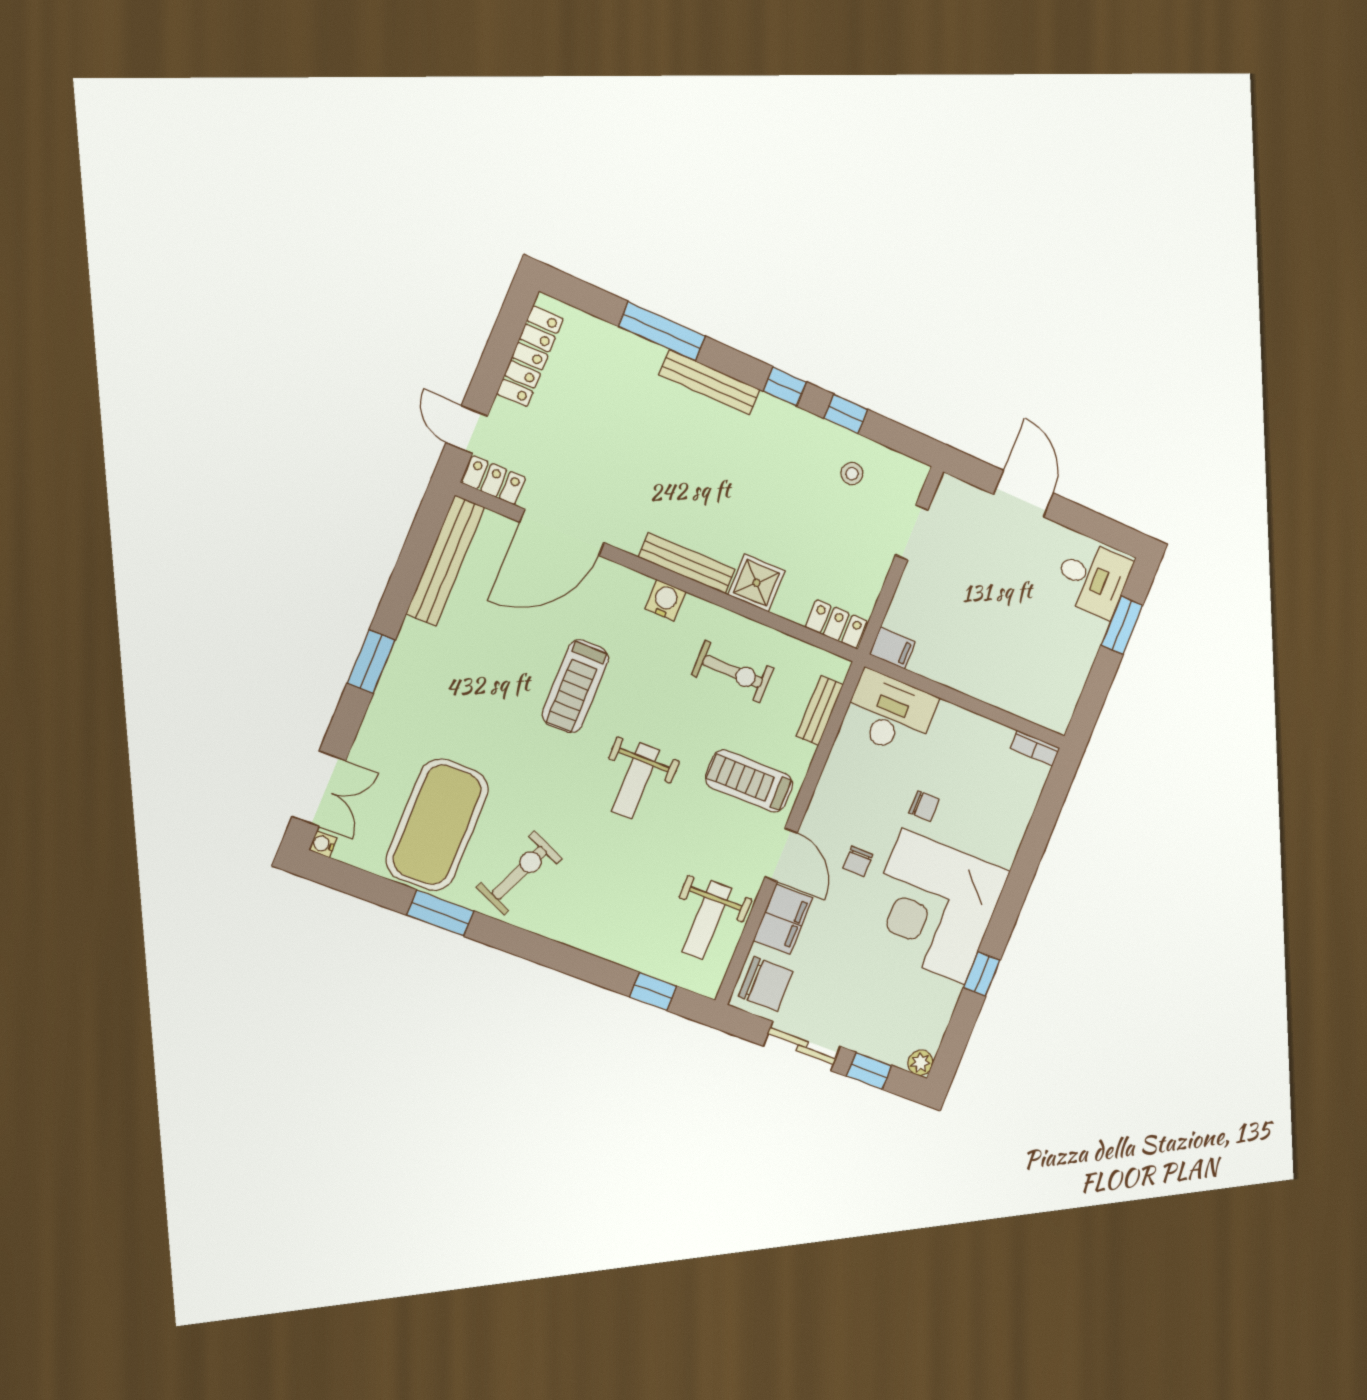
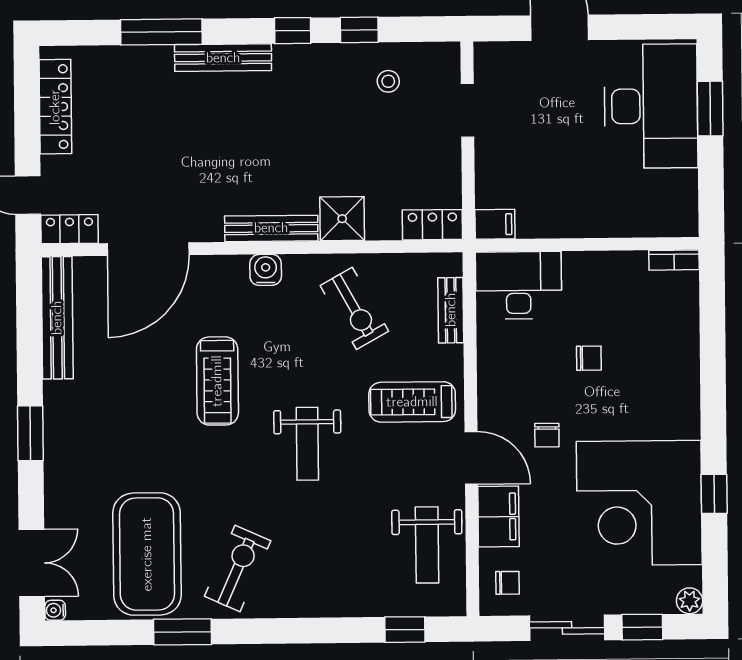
desk: (1092, 578) -> (651, 106), width x1.87, depth x1.30
exercise bike: (733, 672) -> (354, 308), turned 61
corner desk: (934, 907) -> (639, 503), moved
chair: (766, 984) -> (507, 583), width x0.54, depth x0.54

